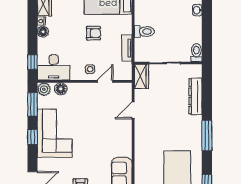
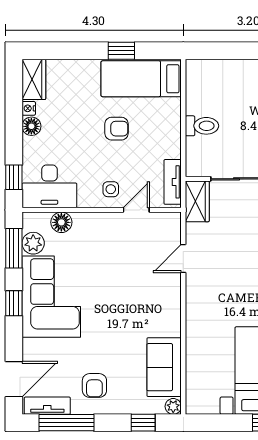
tv unit: (127, 48) -> (173, 182), moved
plant: (44, 89) -> (33, 243), moved

